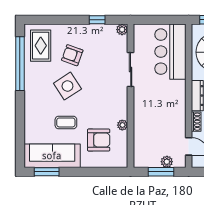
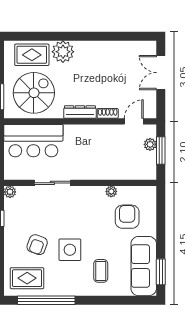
side table: (67, 86) -> (70, 250), turned 33
coffee table: (66, 122) -> (101, 271), moved

